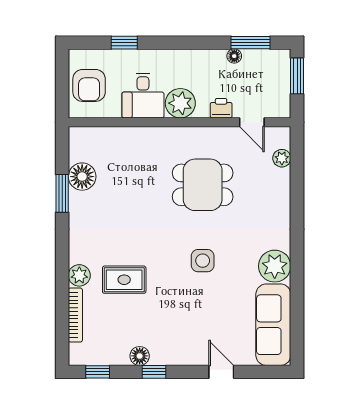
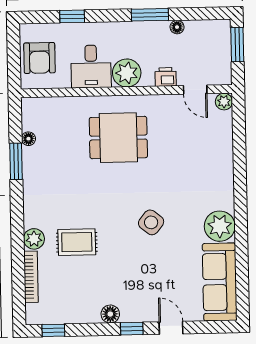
window: (250, 43) -> (150, 15), moved
plant: (282, 158) -> (224, 102), moved
floor lamp: (82, 177) -> (28, 139), width x0.53, depth x0.53
dining table: (203, 185) -> (118, 138), moved
side table: (203, 261) -> (151, 222), turned 38
floor lamp: (140, 356) -> (110, 314), moved
window: (154, 372) -> (132, 329), moved

